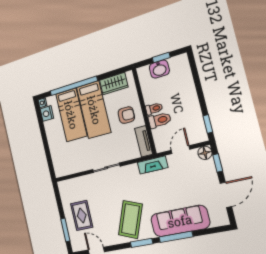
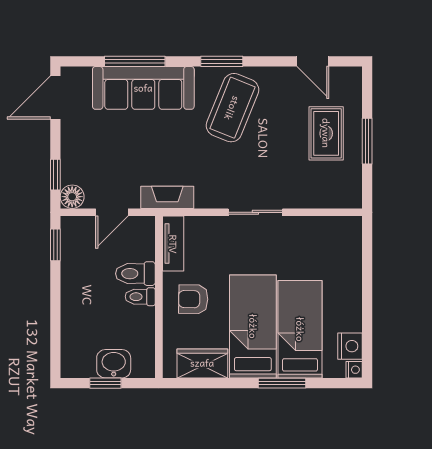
window: (73, 86) -> (282, 383), width x0.47
door: (226, 195) -> (55, 97), moved
window: (65, 230) -> (367, 141), moved
window: (176, 237) -> (135, 61), moved

